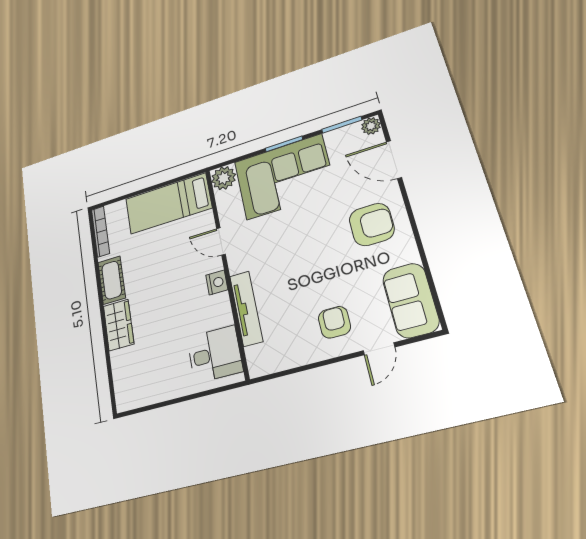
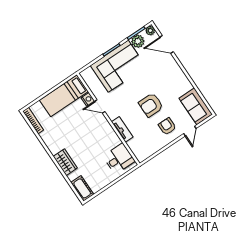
plant: (224, 178) -> (138, 41), moved
armchair: (372, 224) -> (151, 105), moved, turned 180
cot: (112, 280) -> (82, 188), moved
nightstand: (217, 282) -> (88, 99), moved
tv unit: (246, 308) -> (122, 129), width x0.71

